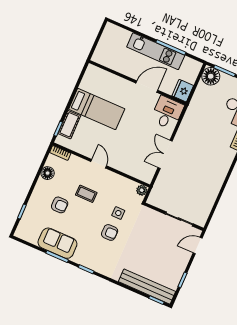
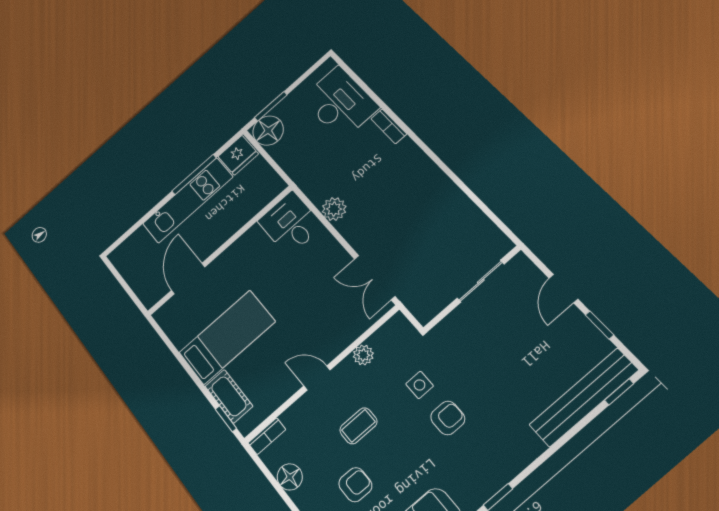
door: (147, 87) -> (188, 279), moved
fridge: (183, 91) -> (238, 155), moved, turned -90
plant: (184, 132) -> (334, 209), added
double door: (165, 154) -> (375, 278), moved
plant: (142, 190) -> (363, 355), moved
door: (198, 246) -> (564, 289), moved

